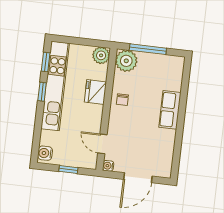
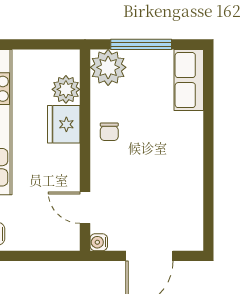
plant: (101, 55) -> (66, 89), moved
row of seats: (170, 110) -> (189, 80), moved
window: (68, 170) -> (35, 256), removed

